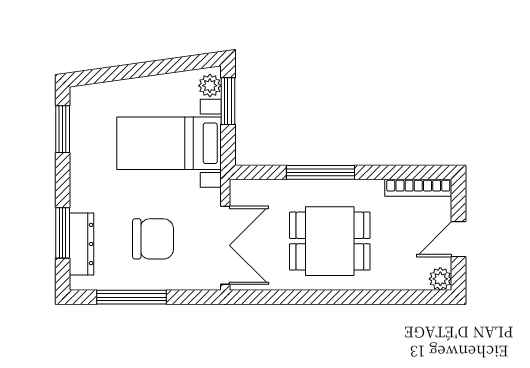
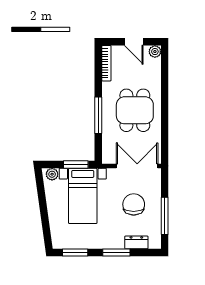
window: (228, 101) -> (76, 165), moved
window: (63, 233) -> (116, 253), moved
dresser: (82, 244) -> (136, 242), width x0.70

